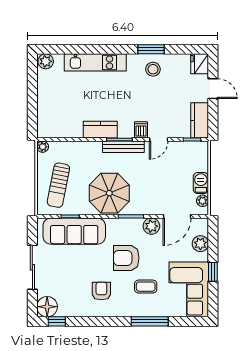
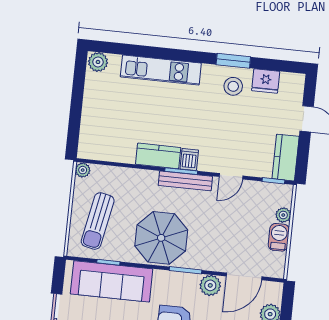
fridge: (200, 64) -> (266, 81), moved, turned -90
dishwasher: (141, 130) -> (189, 159), moved
plant: (203, 201) -> (283, 215), moved

